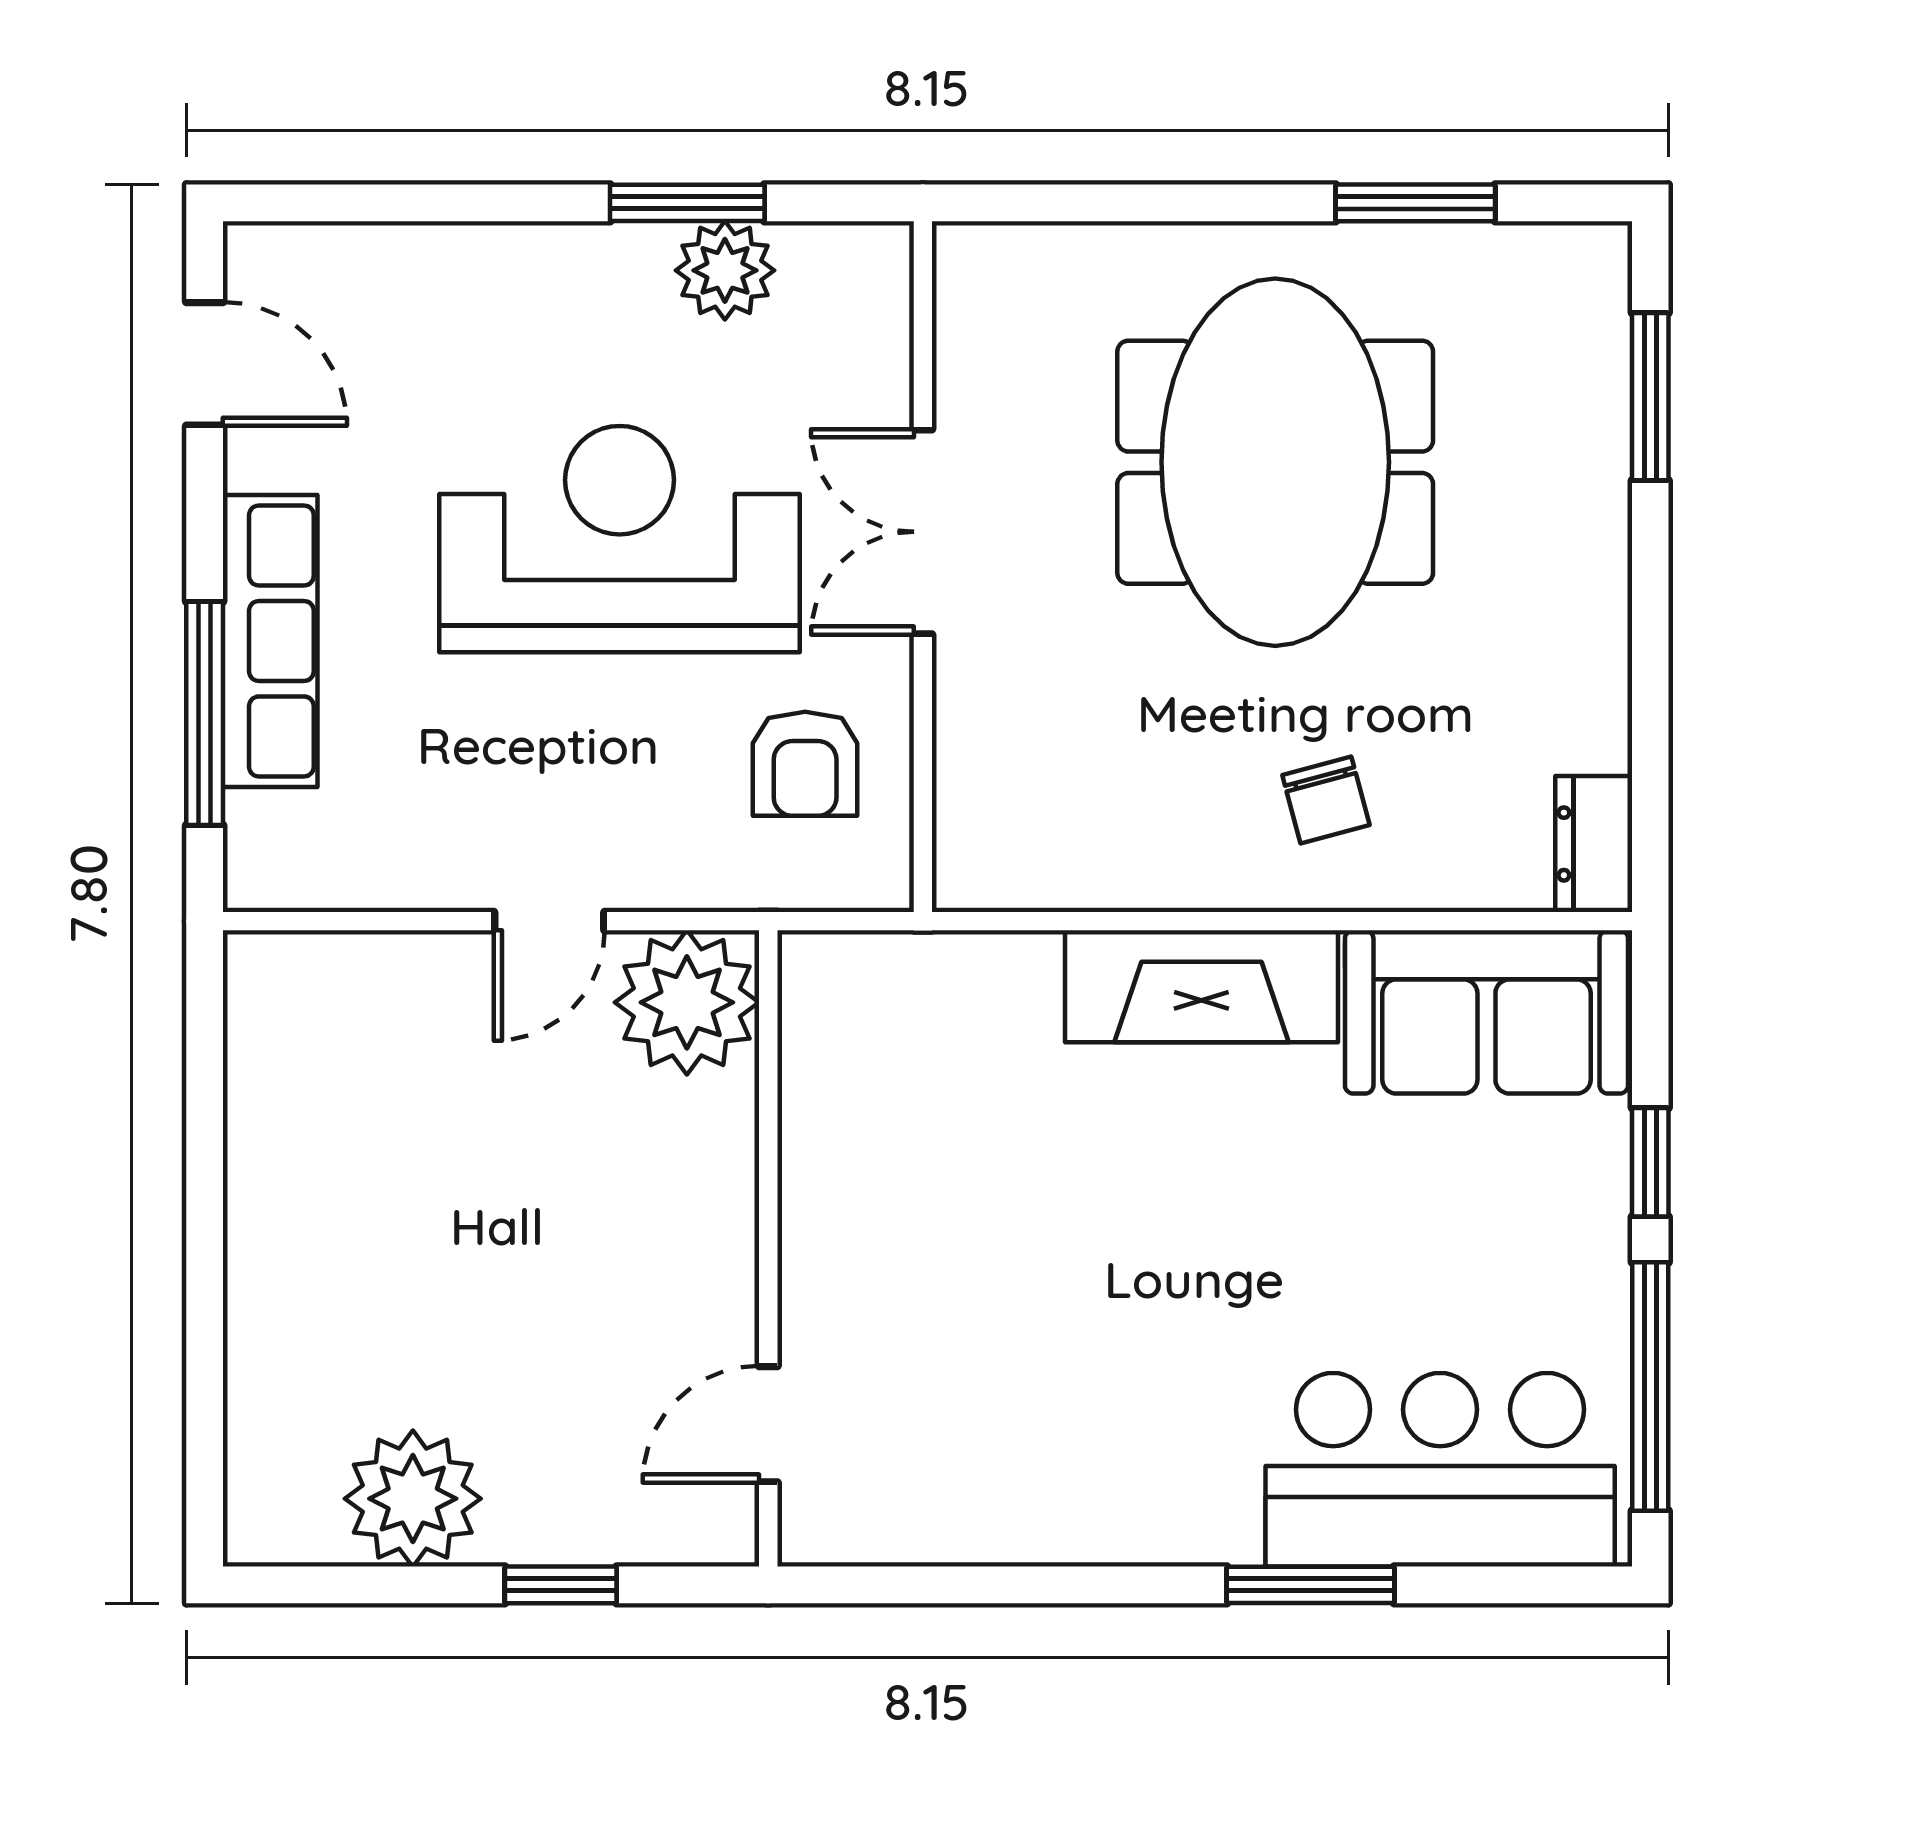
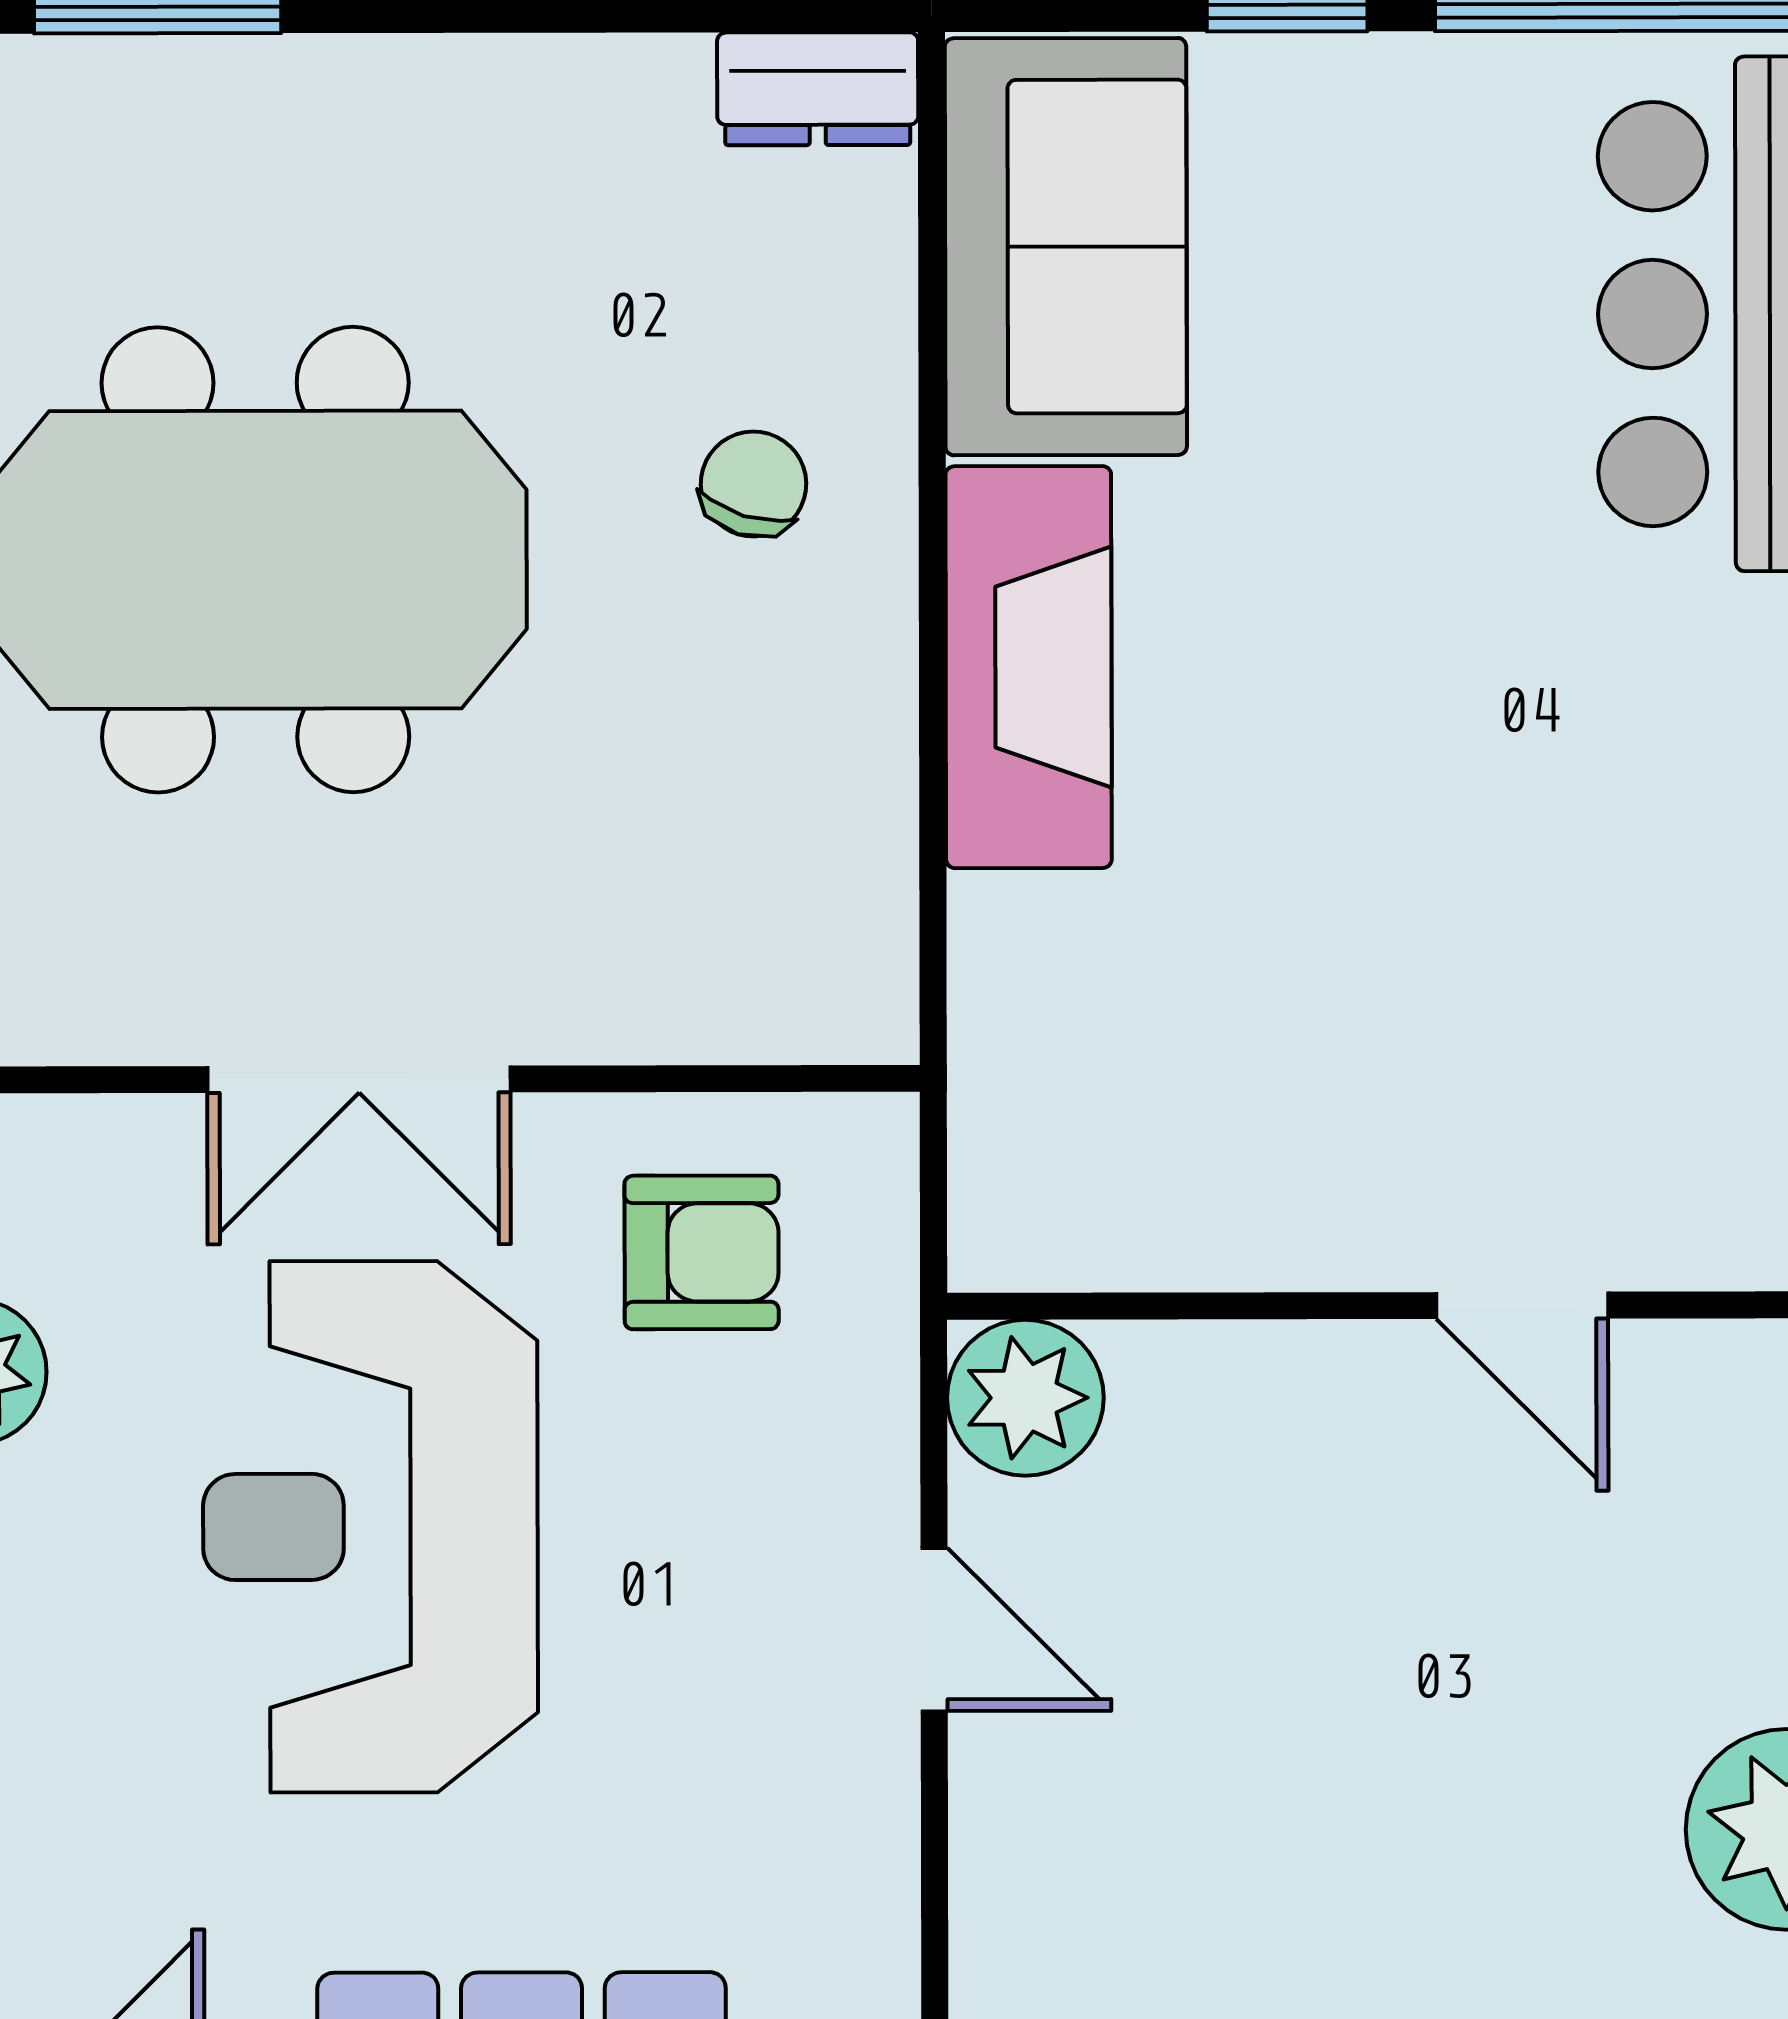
chair: (1326, 800) -> (753, 484), turned -58
plant: (687, 1002) -> (1025, 1398), width x0.73, depth x0.73
door: (768, 1424) -> (1522, 1305), moved

